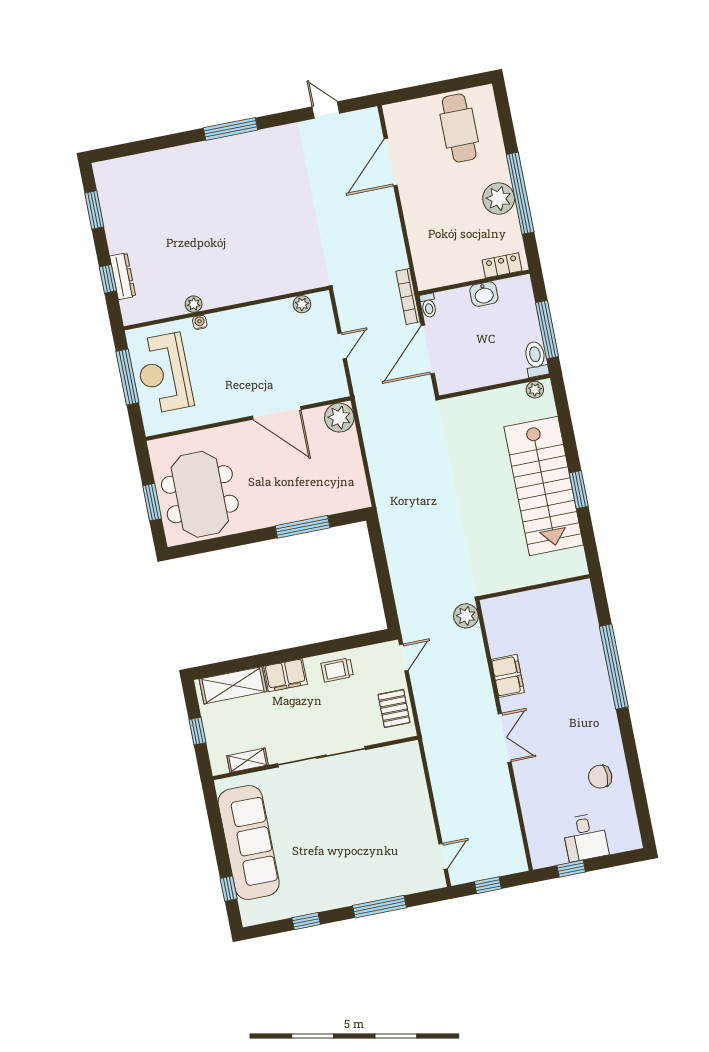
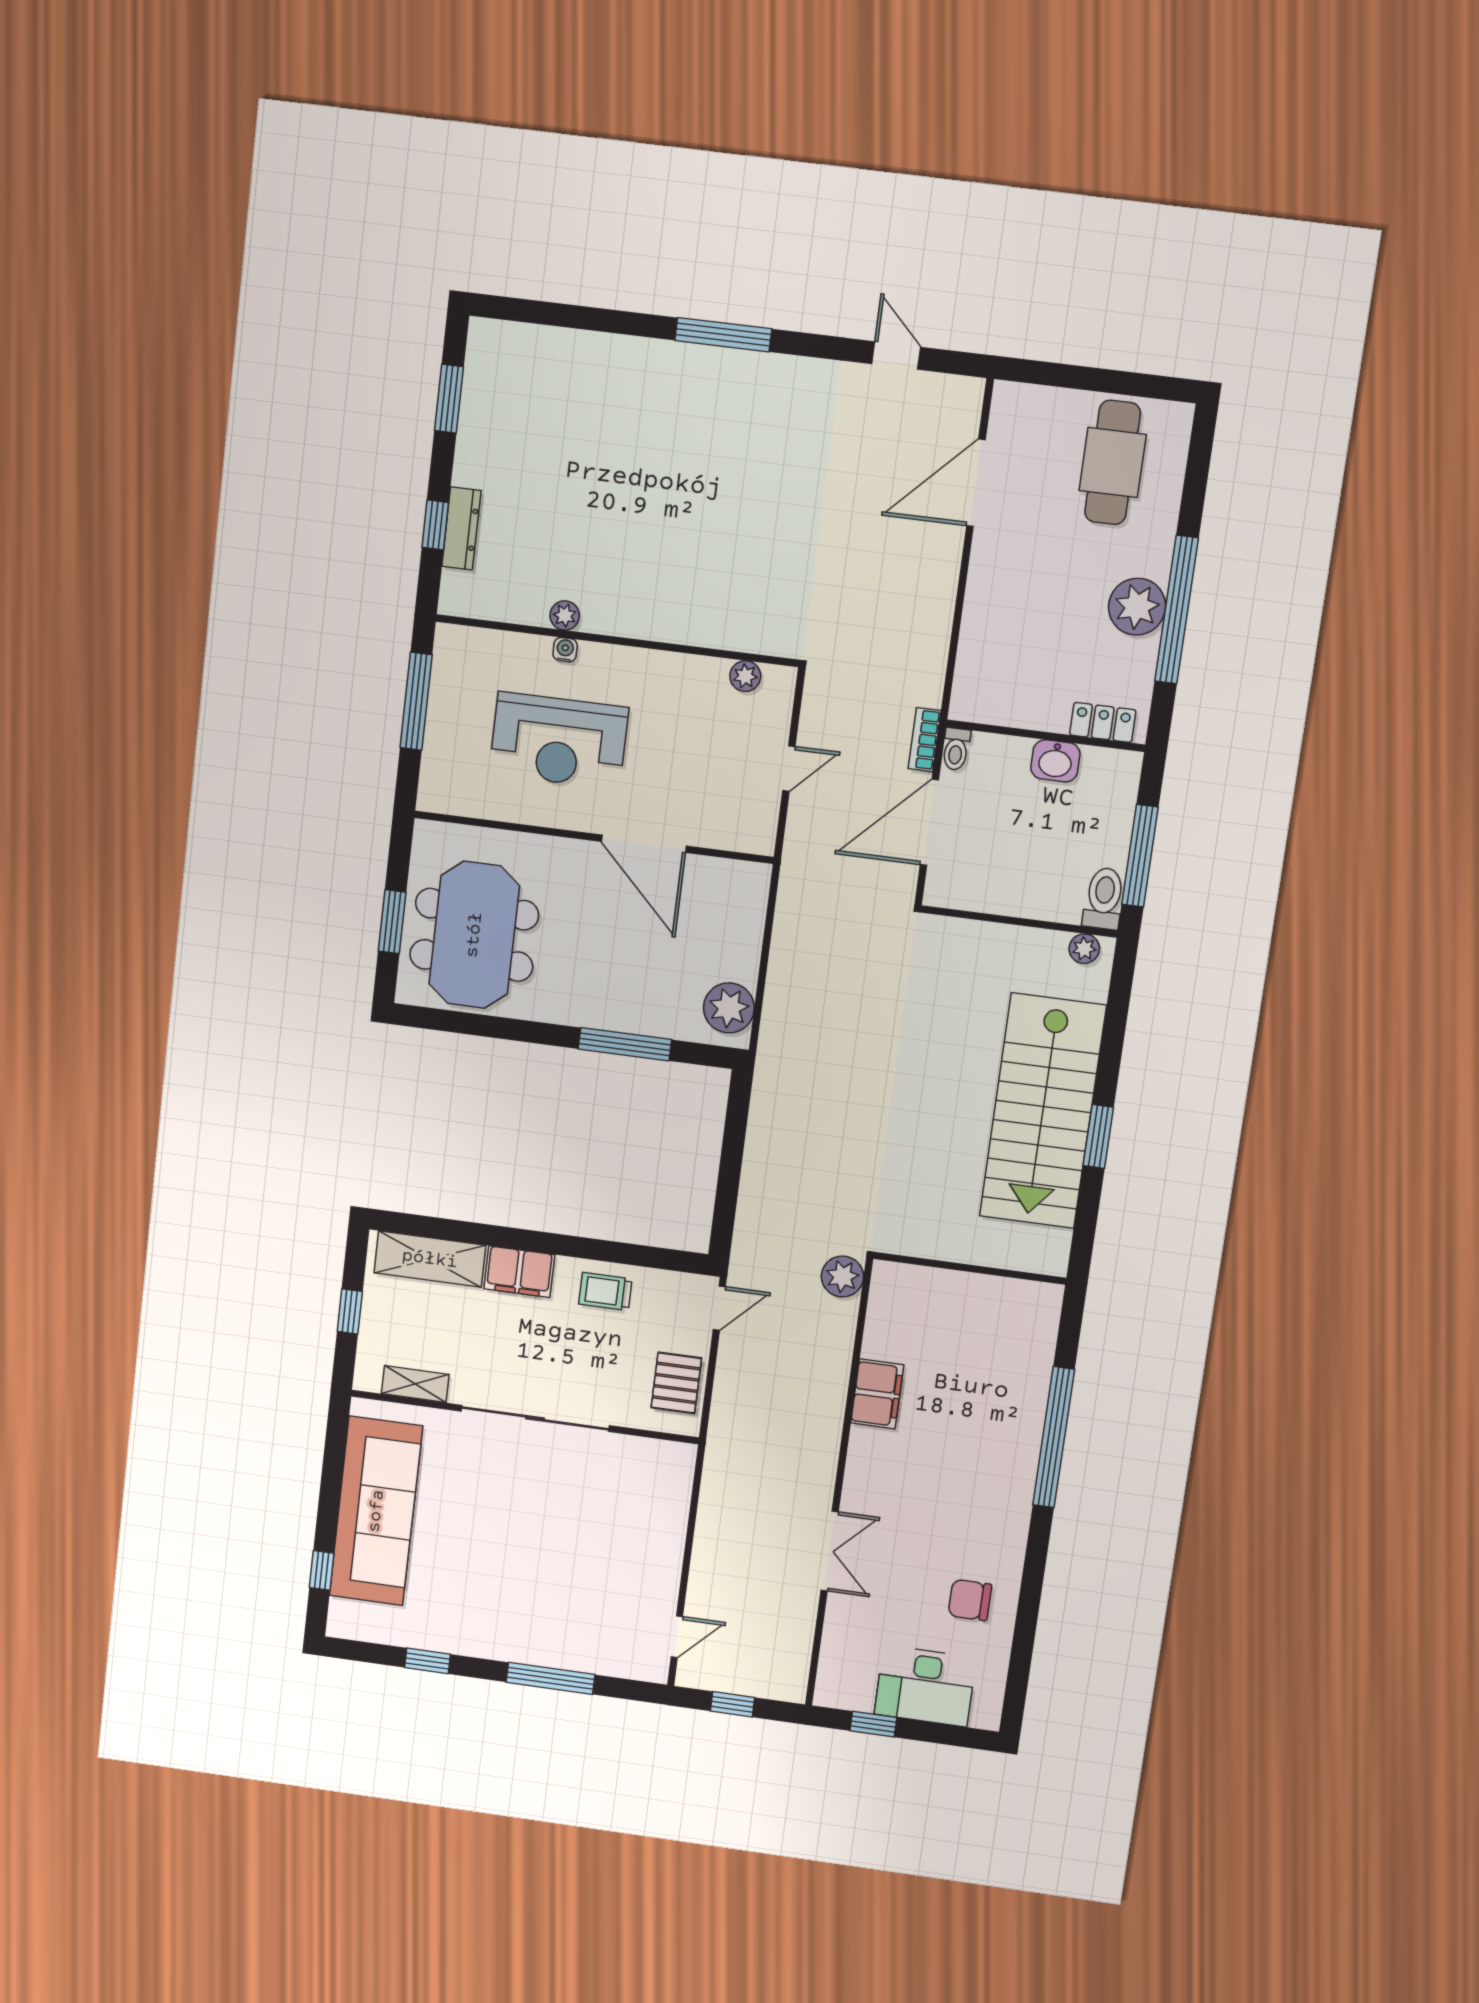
bookcase: (408, 296) -> (925, 740), width x0.64
reception desk: (164, 373) -> (559, 741), moved, turned -90
plant: (339, 418) -> (729, 1008), moved
double door: (505, 738) -> (830, 1551), moved
desk: (585, 837) -> (925, 1686), width x1.37

